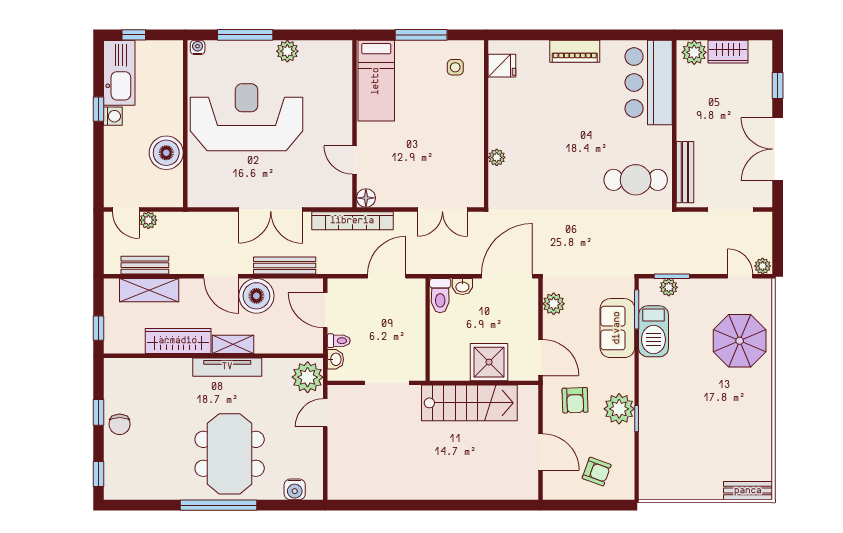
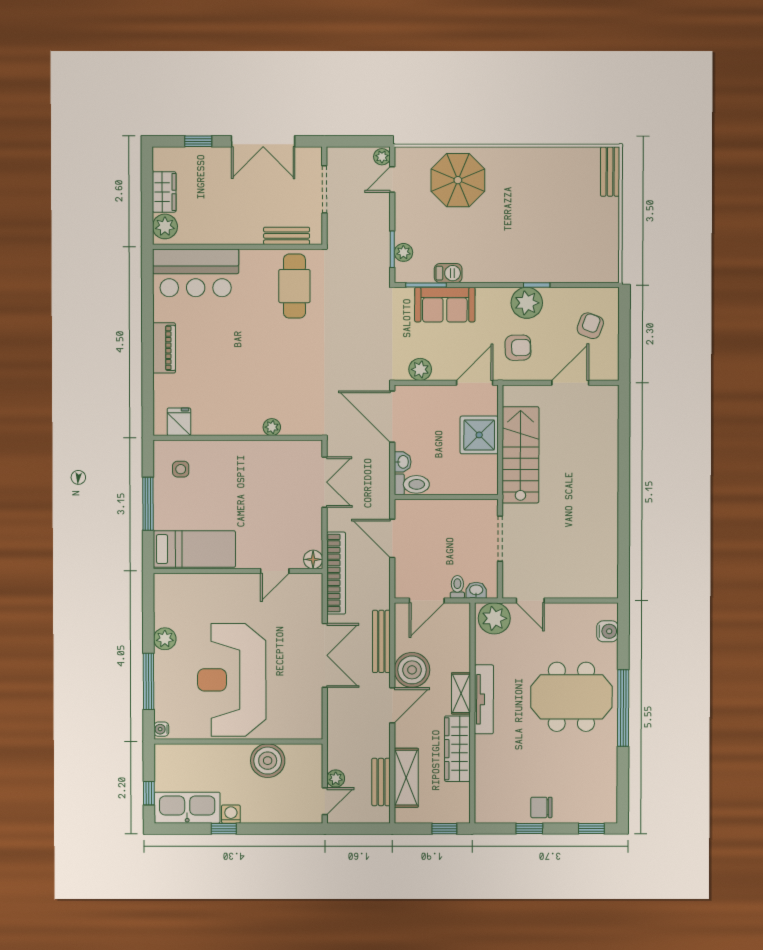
bench: (685, 172) -> (287, 236), width x0.73
barbecue: (653, 331) -> (448, 273), width x0.53, depth x0.65
chair: (120, 424) -> (541, 807), turned 180

